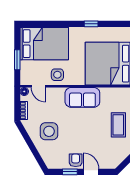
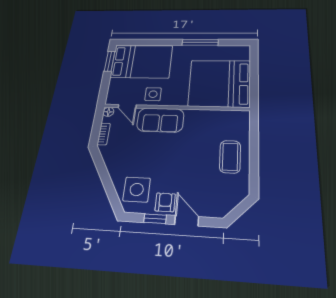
window: (91, 24) -> (200, 42), width x2.17
window: (17, 60) -> (110, 61), moved
sofa: (82, 97) -> (160, 120), moved
side table: (49, 131) -> (137, 189), moved

